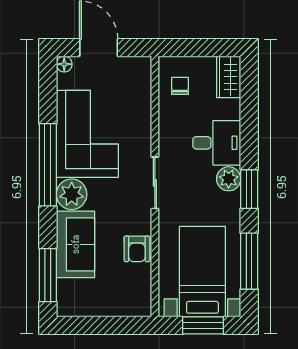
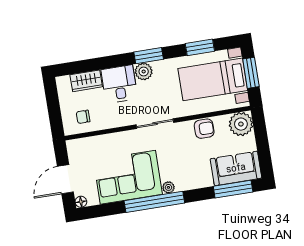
wardrobe: (229, 77) -> (86, 81), moved
plant: (72, 194) -> (168, 187), width x0.53, depth x0.53
sofa: (75, 244) -> (236, 168), moved
window: (249, 261) -> (200, 47), width x0.69
plant: (135, 300) -> (241, 124), added

